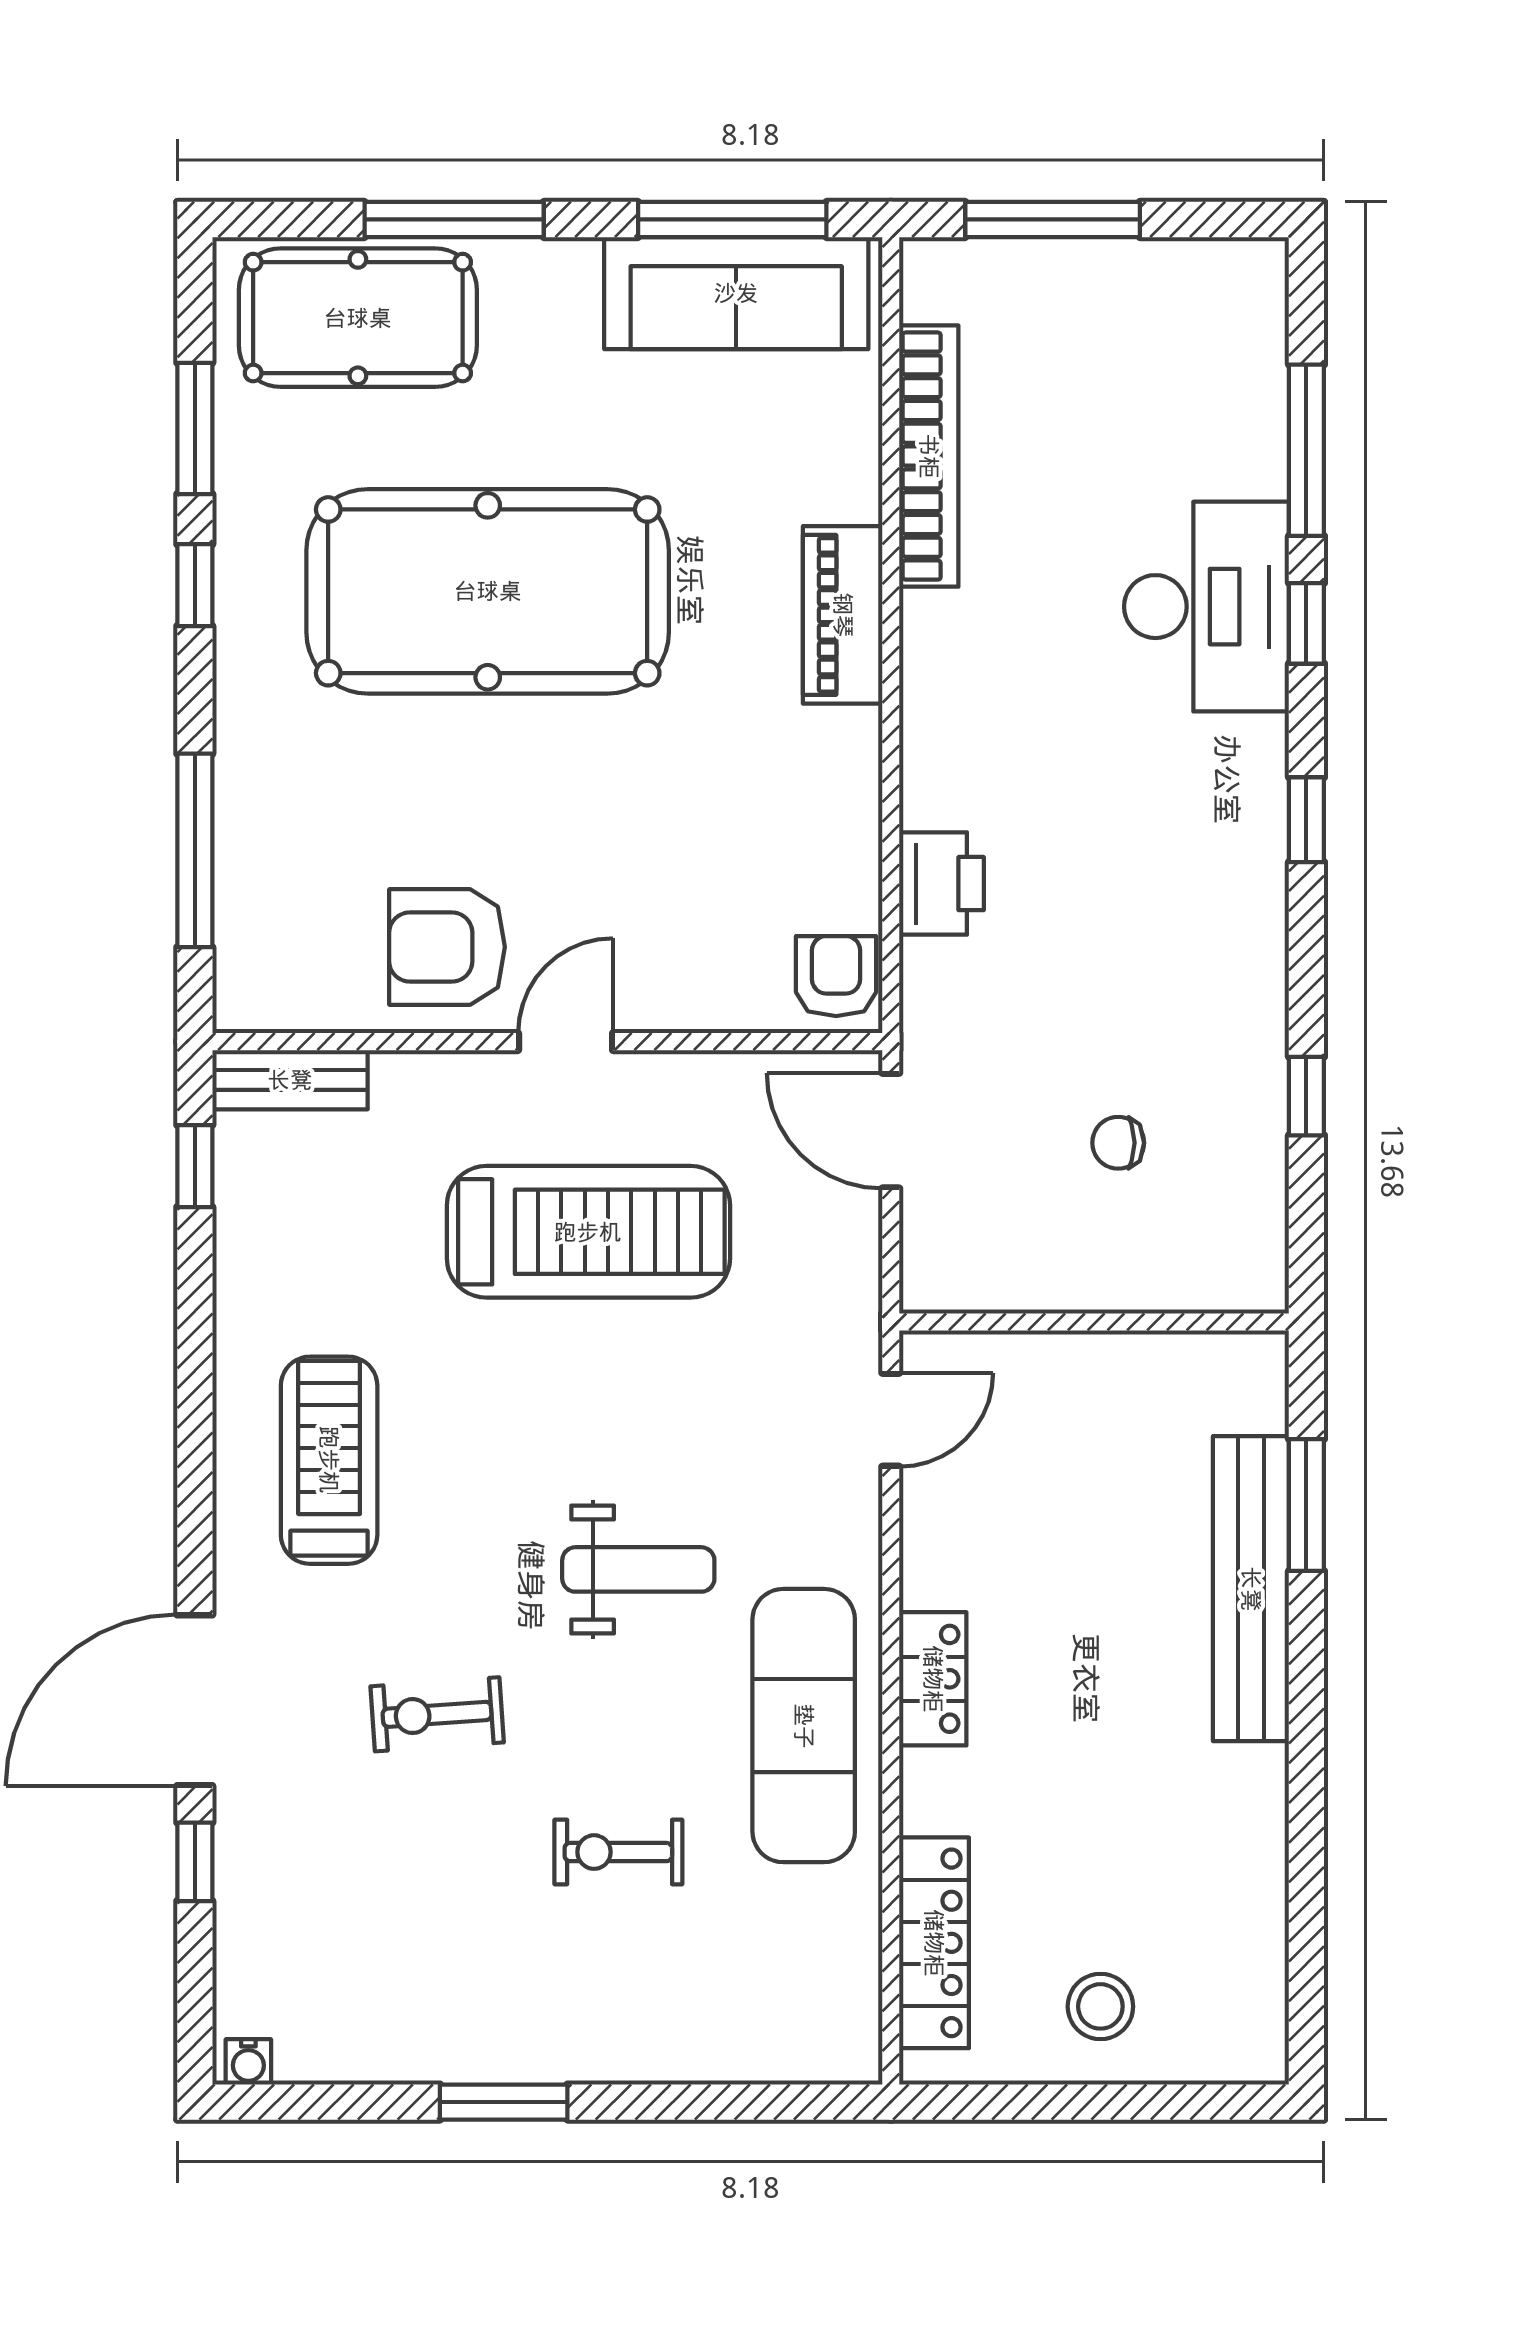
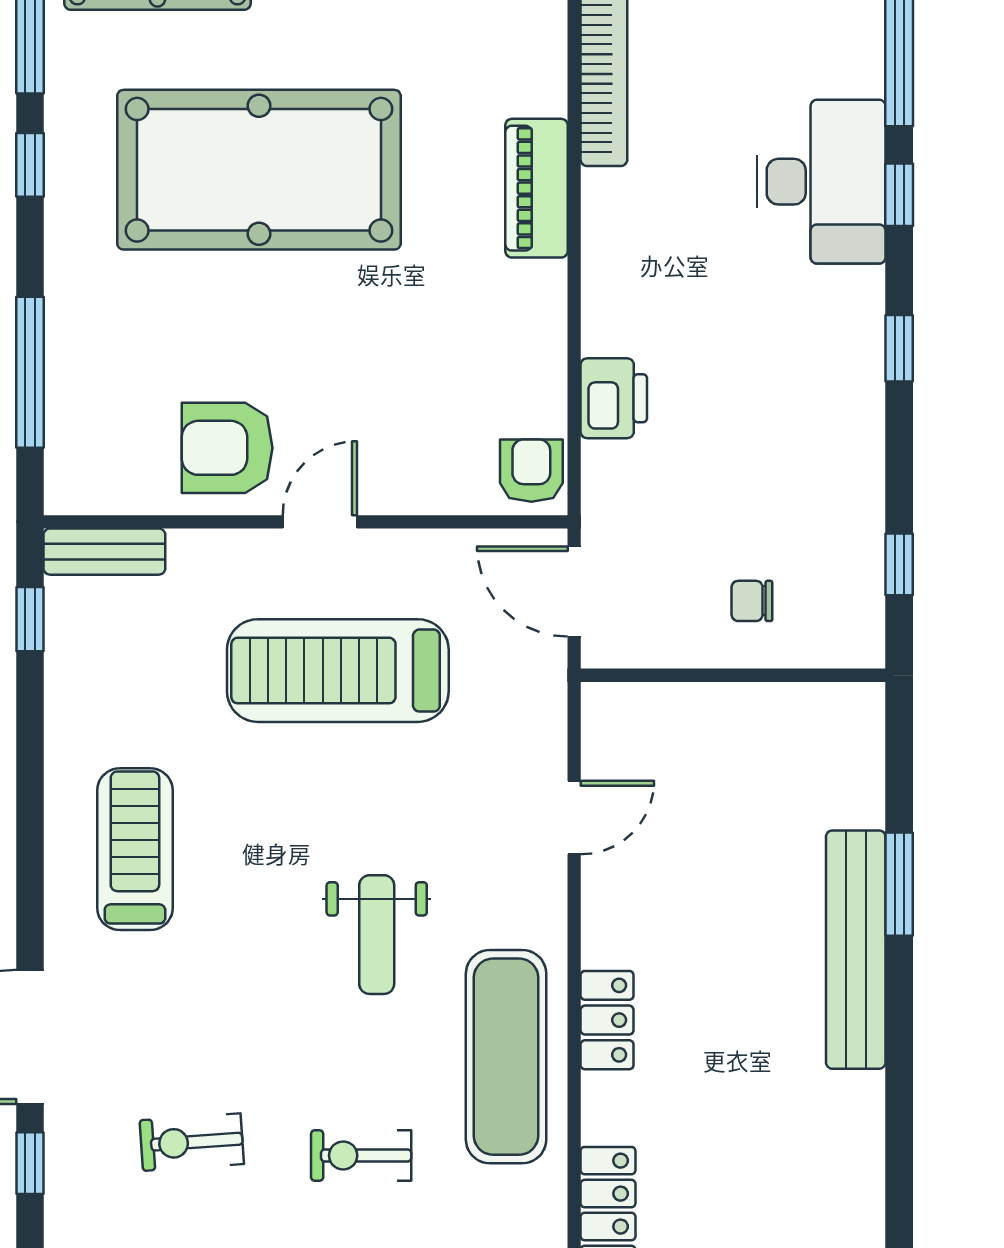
treadmill: (588, 1232) -> (338, 671), turned 180
wall: (1094, 1322) -> (733, 675), moved
weight bench: (638, 1569) -> (377, 935), turned 90
exercise bike: (437, 1714) -> (192, 1142), moved

